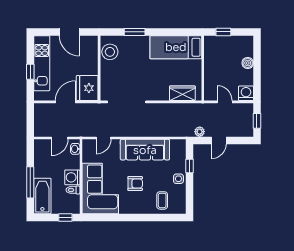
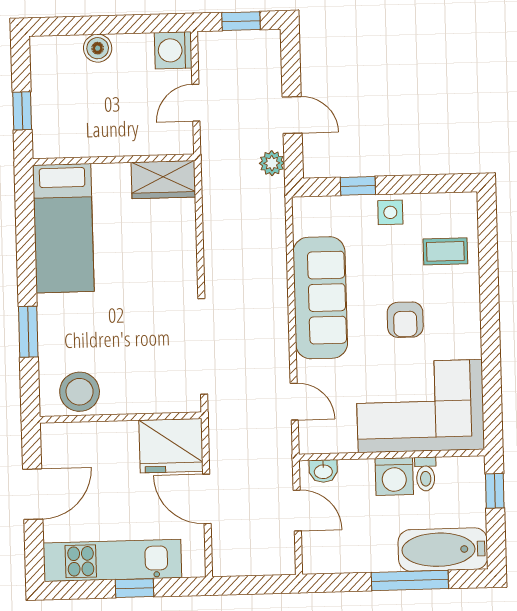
wardrobe: (182, 93) -> (163, 180), moved, turned -90
armchair: (135, 183) -> (405, 320), turned 180

